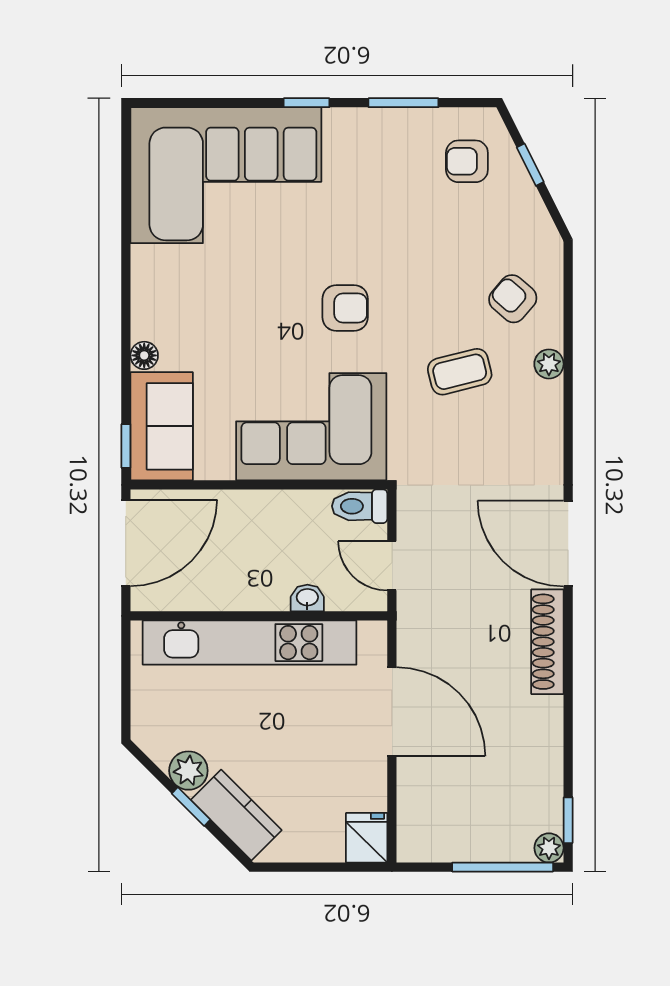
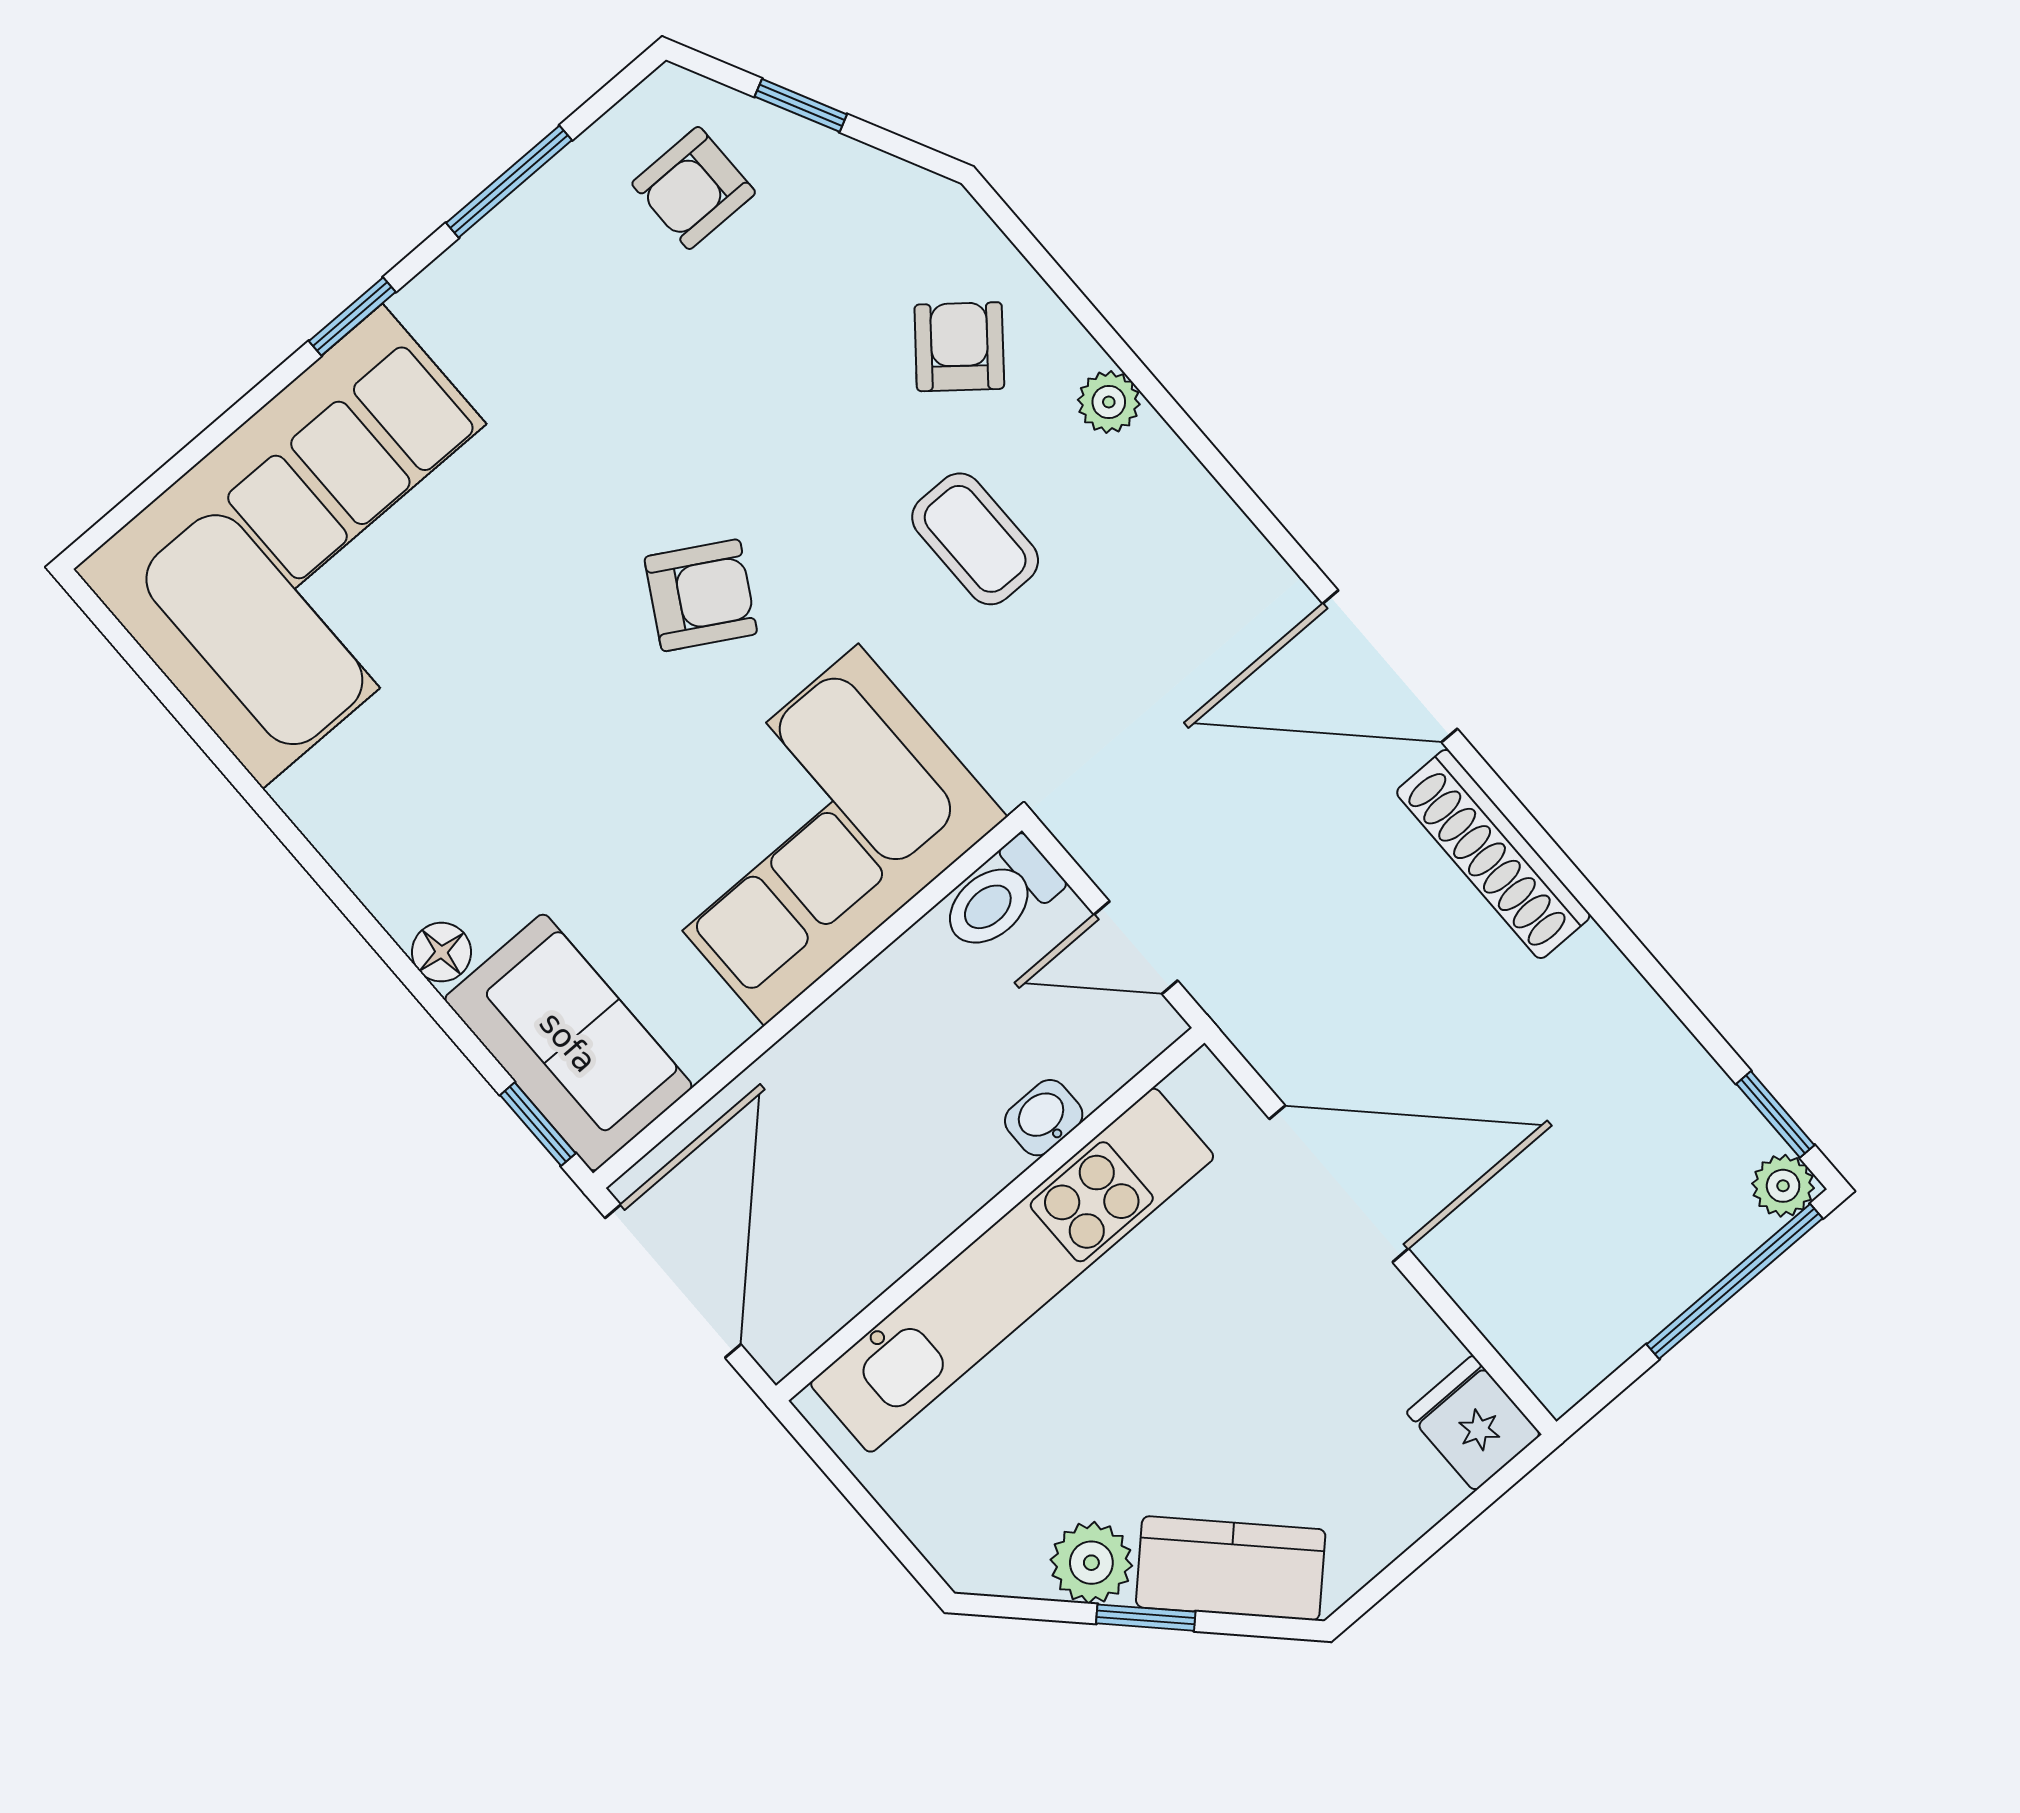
armchair: (513, 299) -> (959, 347), turned 88
armchair: (345, 308) -> (701, 595), turned 30
coffee table: (460, 372) -> (975, 539), turned -76

